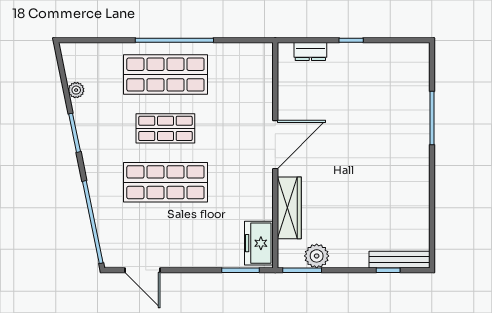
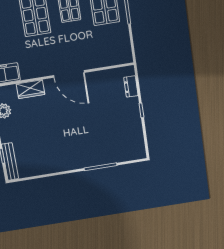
wardrobe: (289, 208) -> (31, 89), width x0.67

